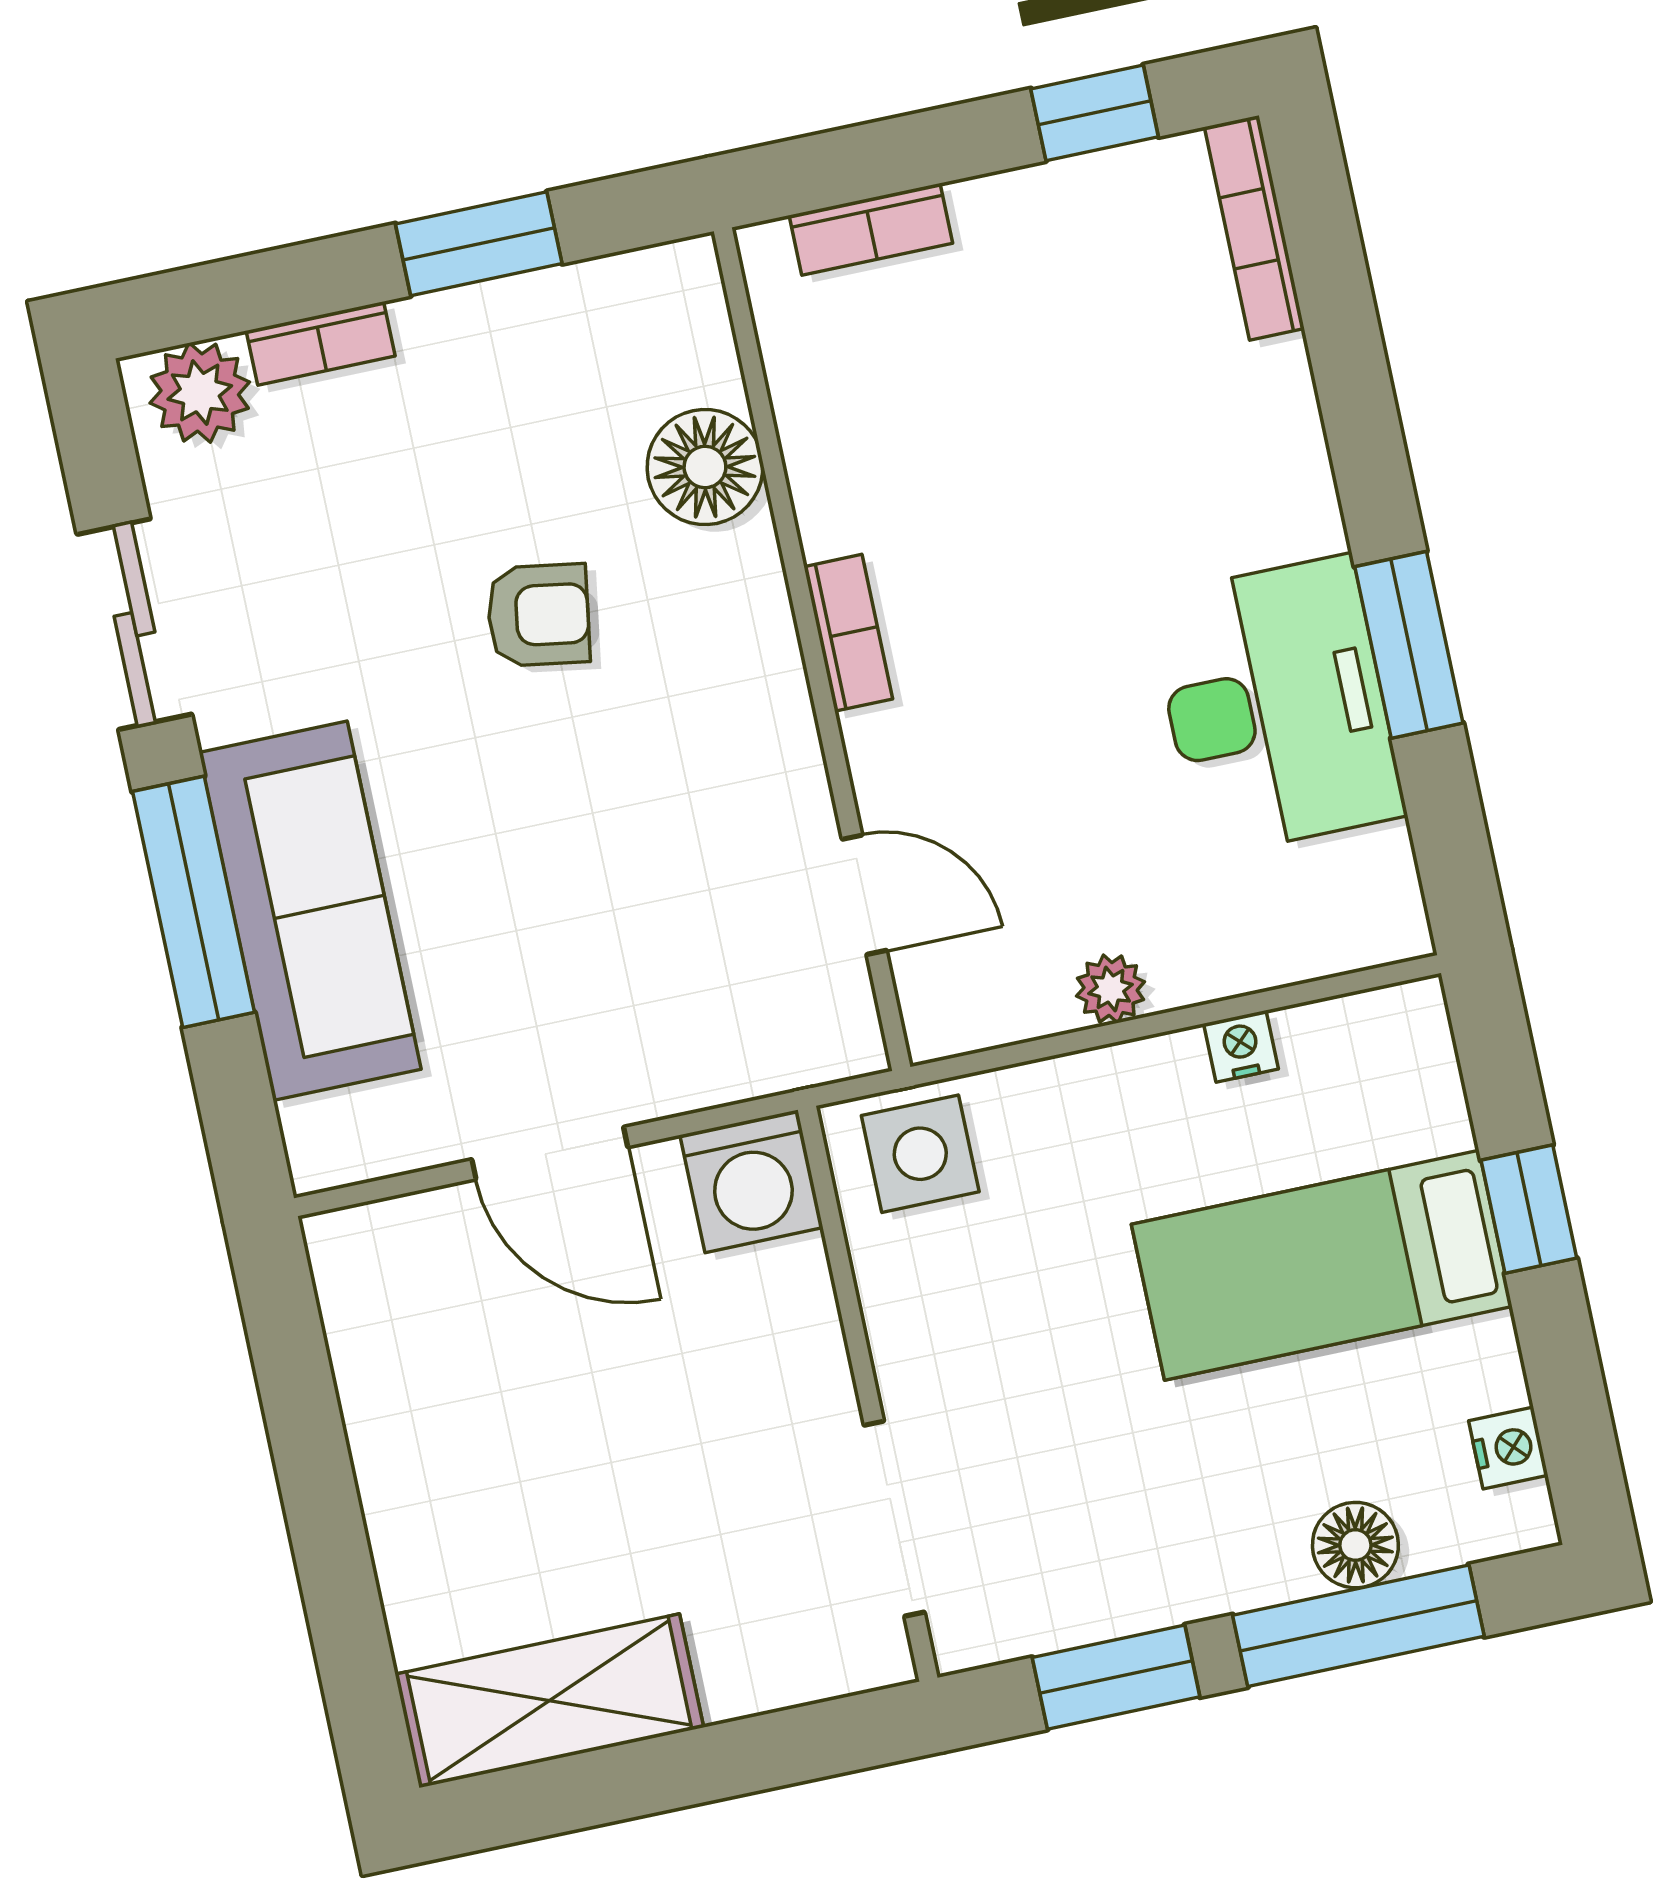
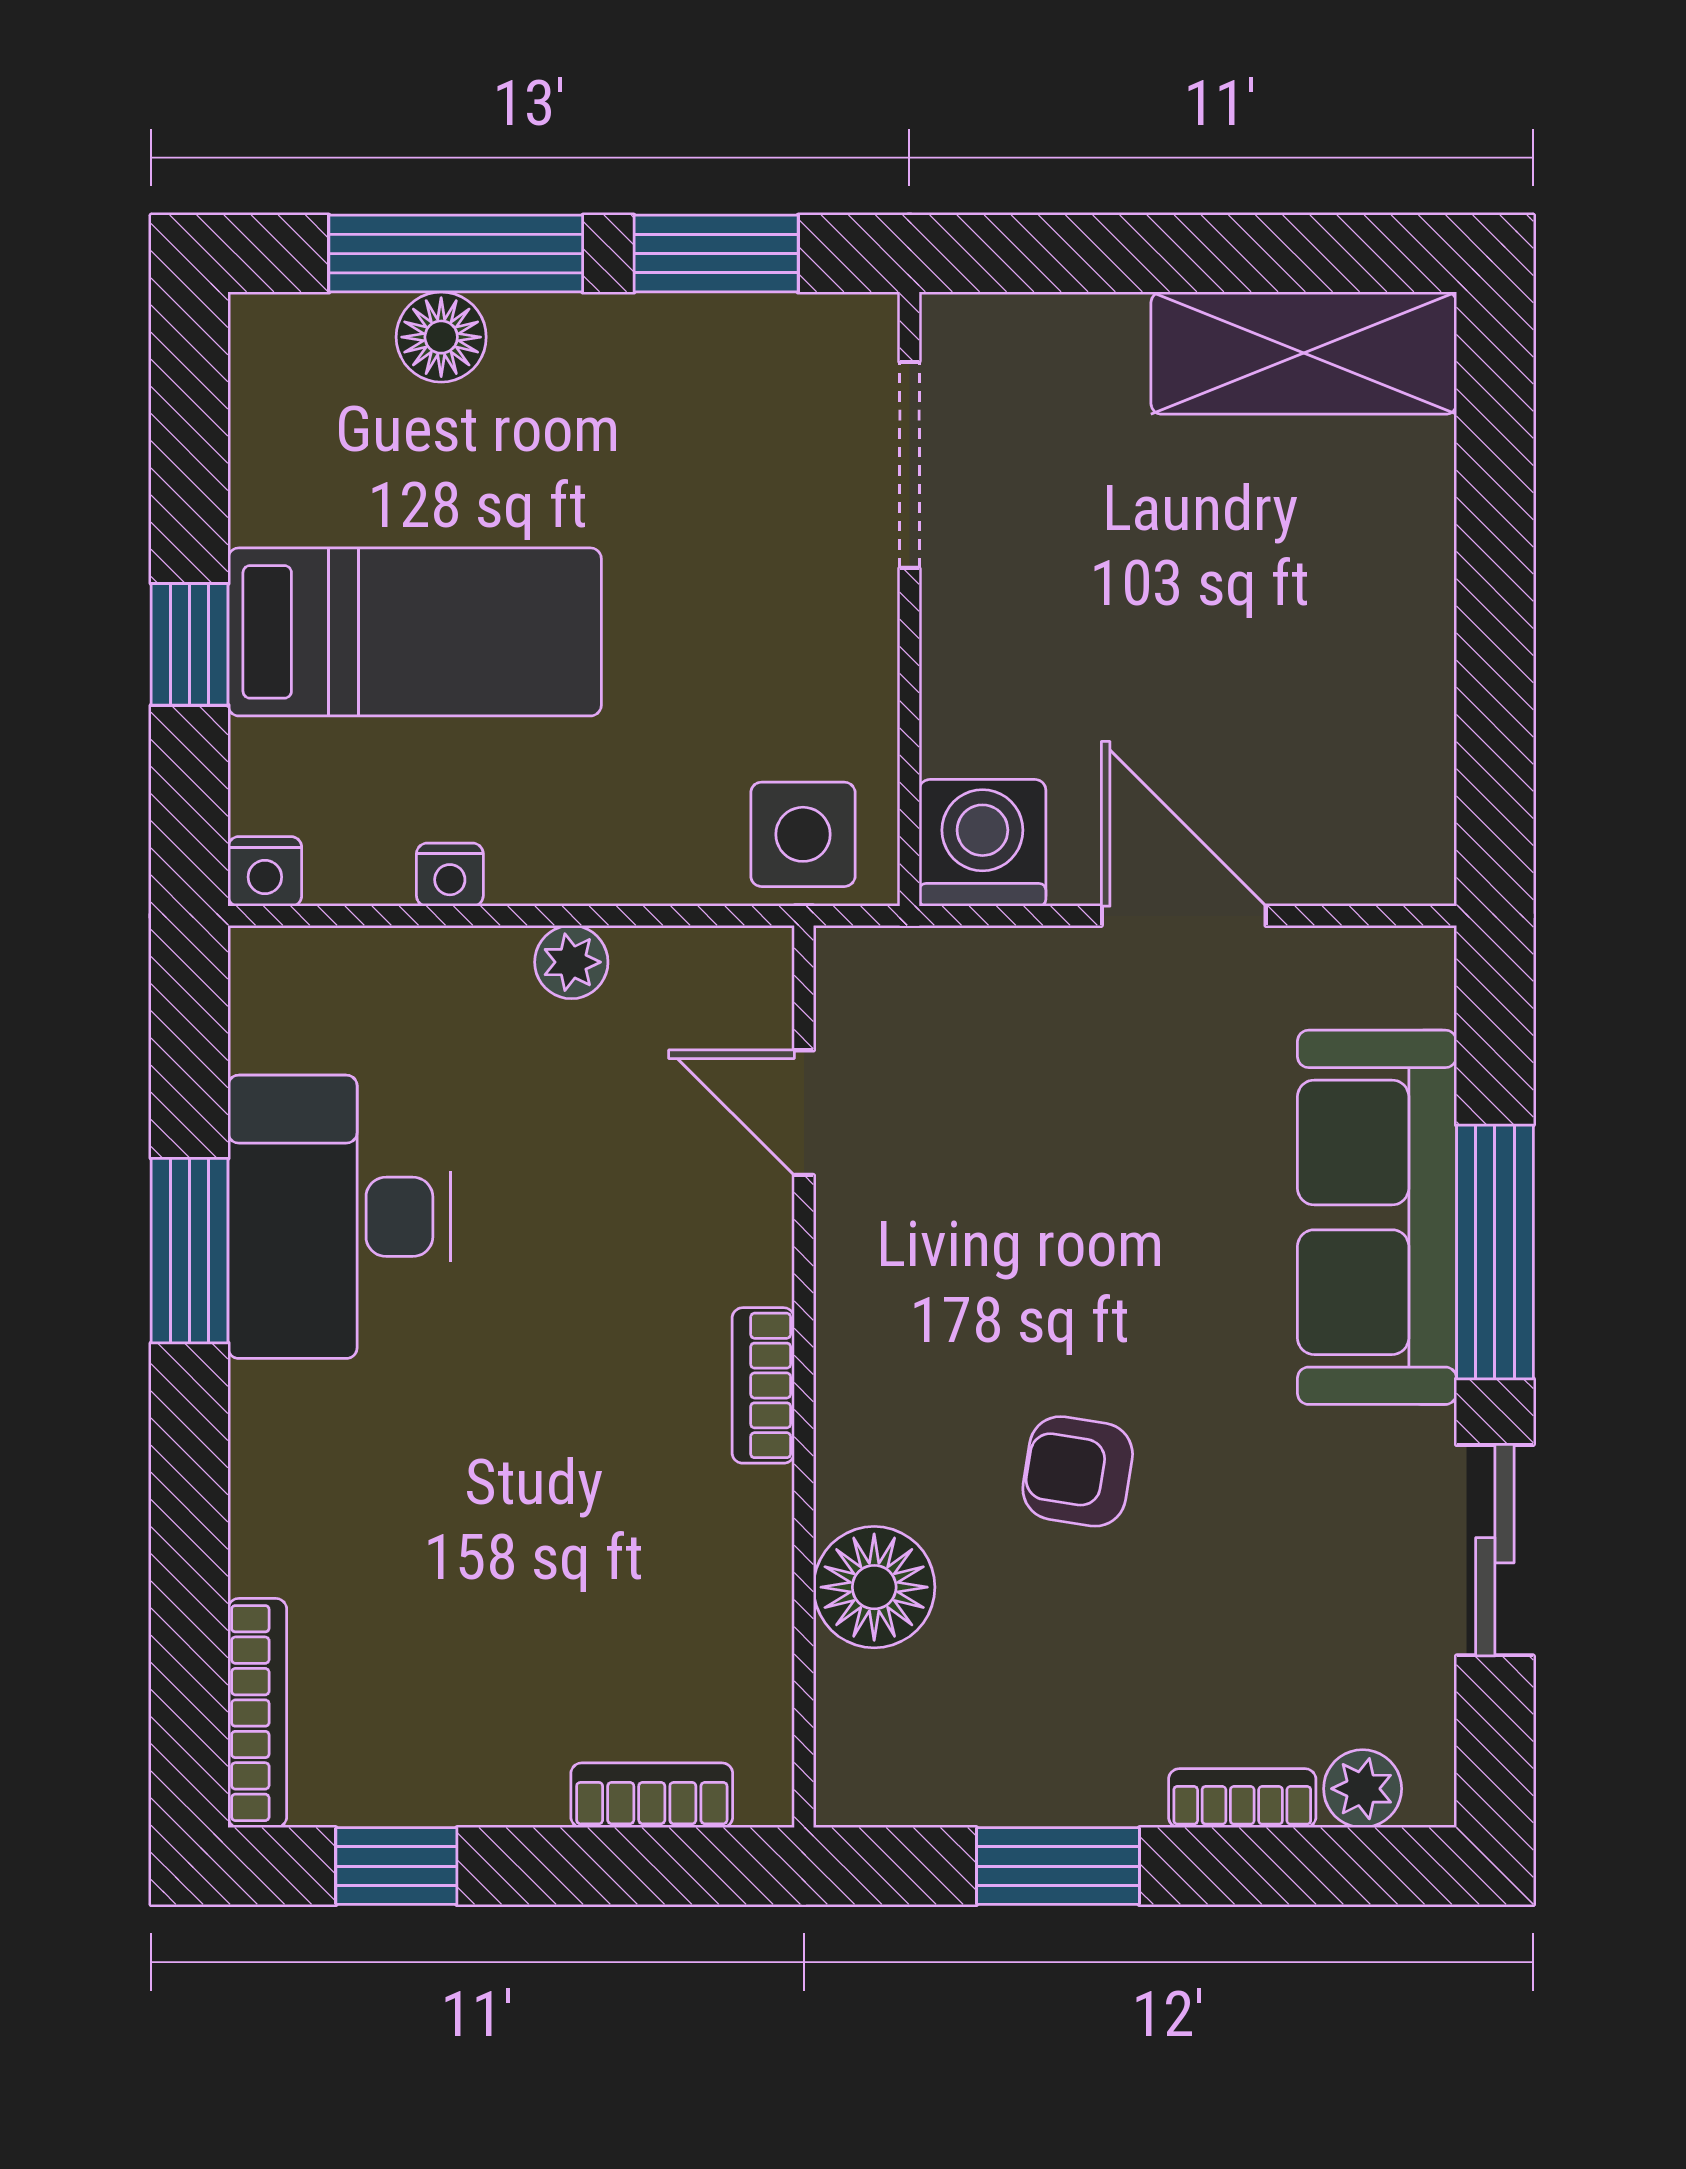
plant: (200, 393) -> (1363, 1789), width x0.73, depth x0.73
nightstand: (1508, 1448) -> (265, 871), moved, turned -90

